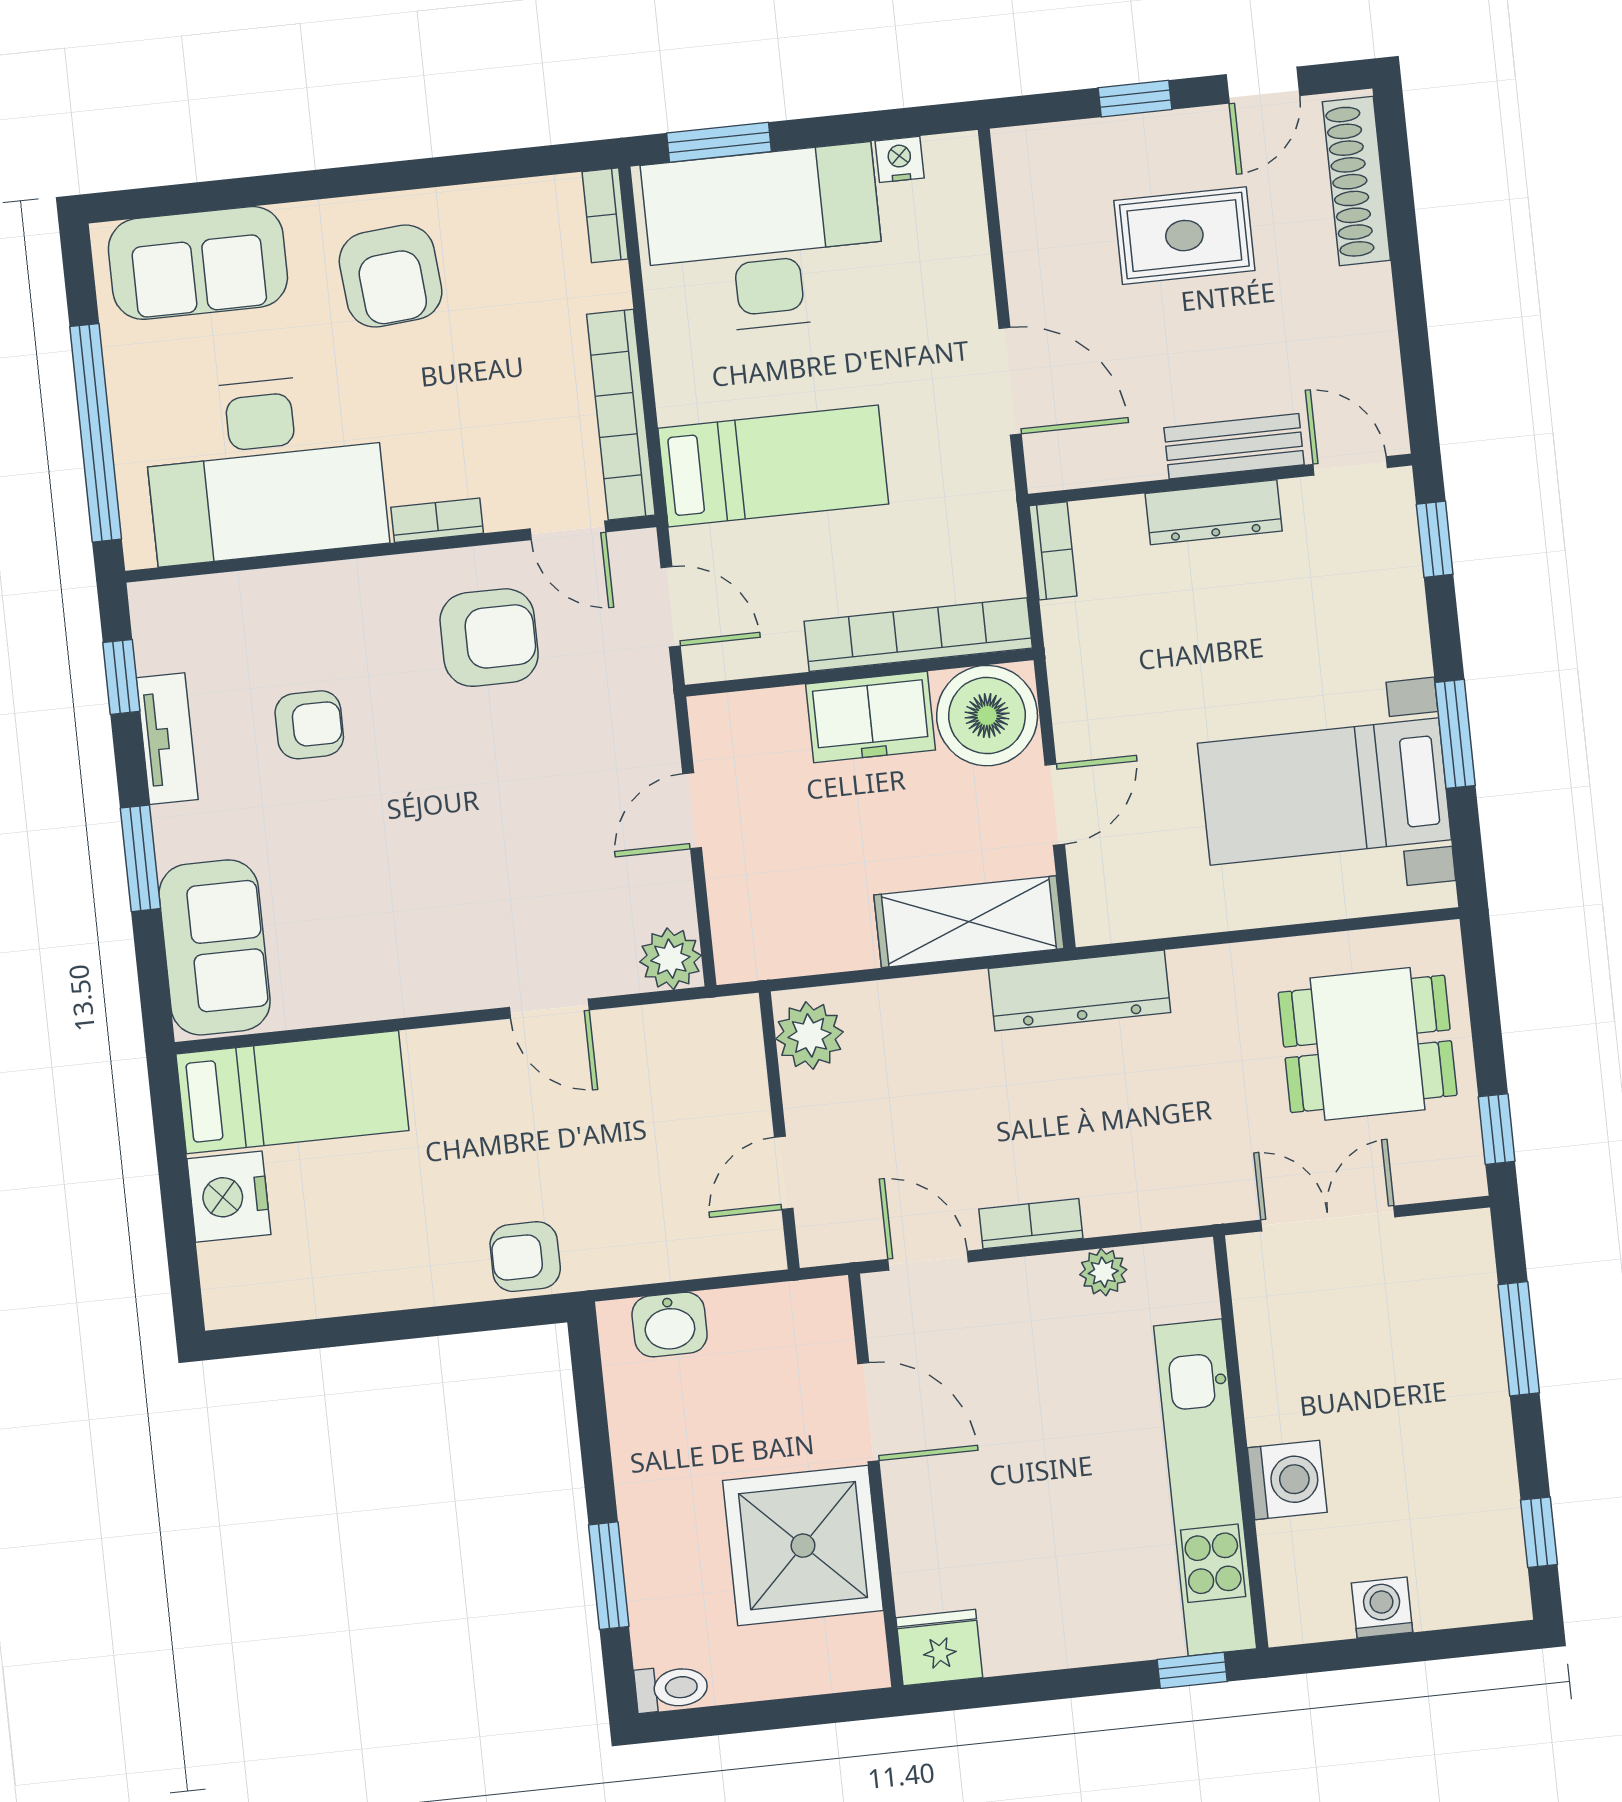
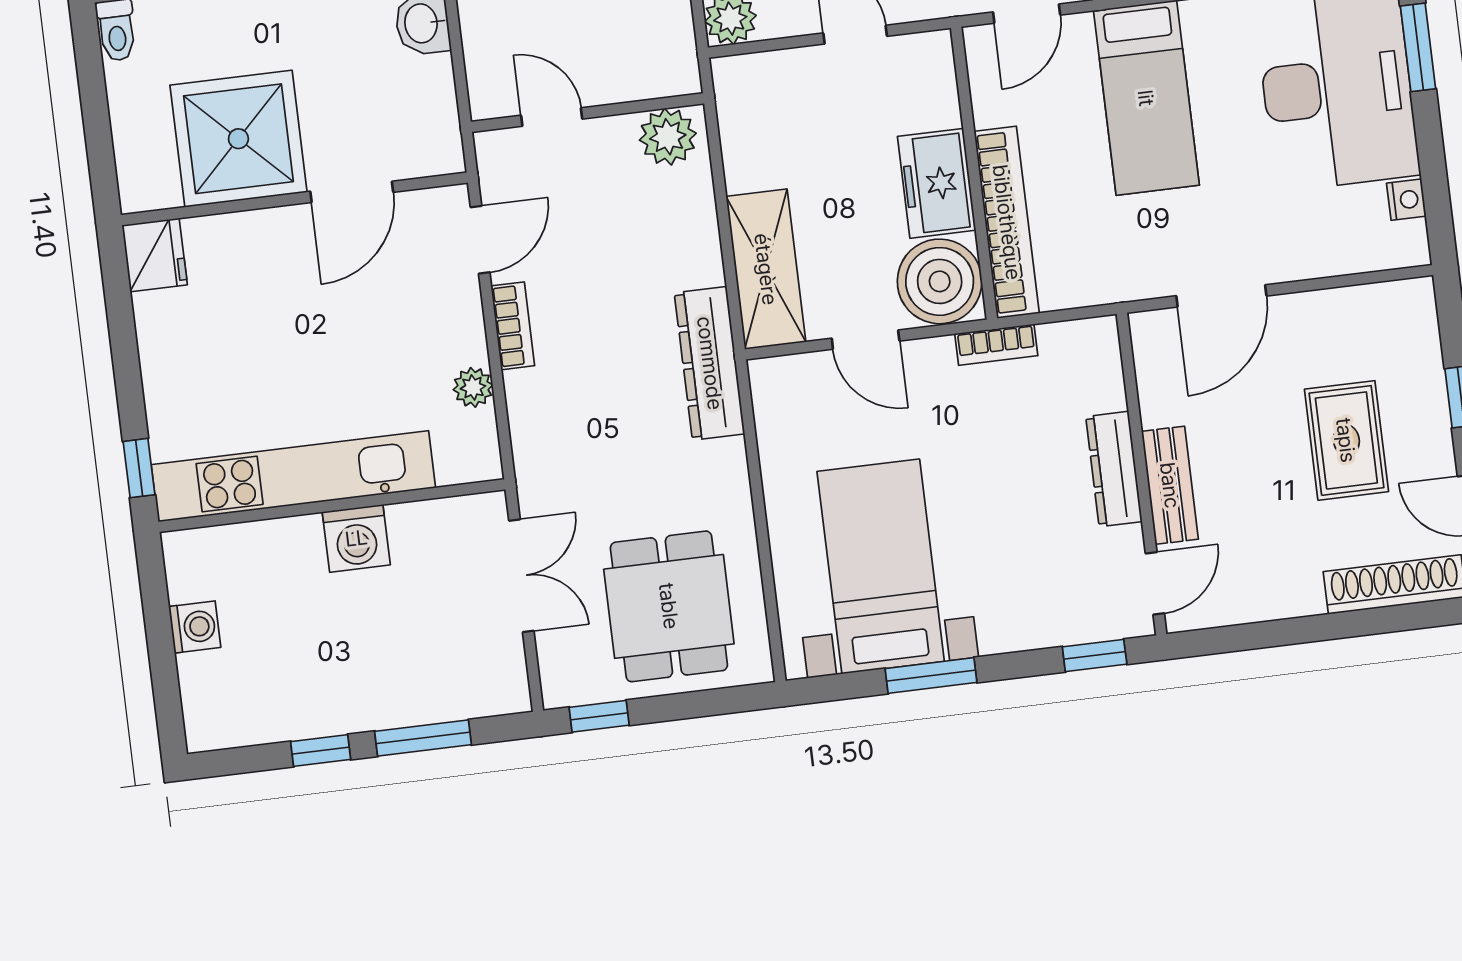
bookcase: (1053, 551) -> (996, 345), moved
washing machine: (1287, 1480) -> (356, 538), moved
window: (1539, 1532) -> (321, 751), moved

